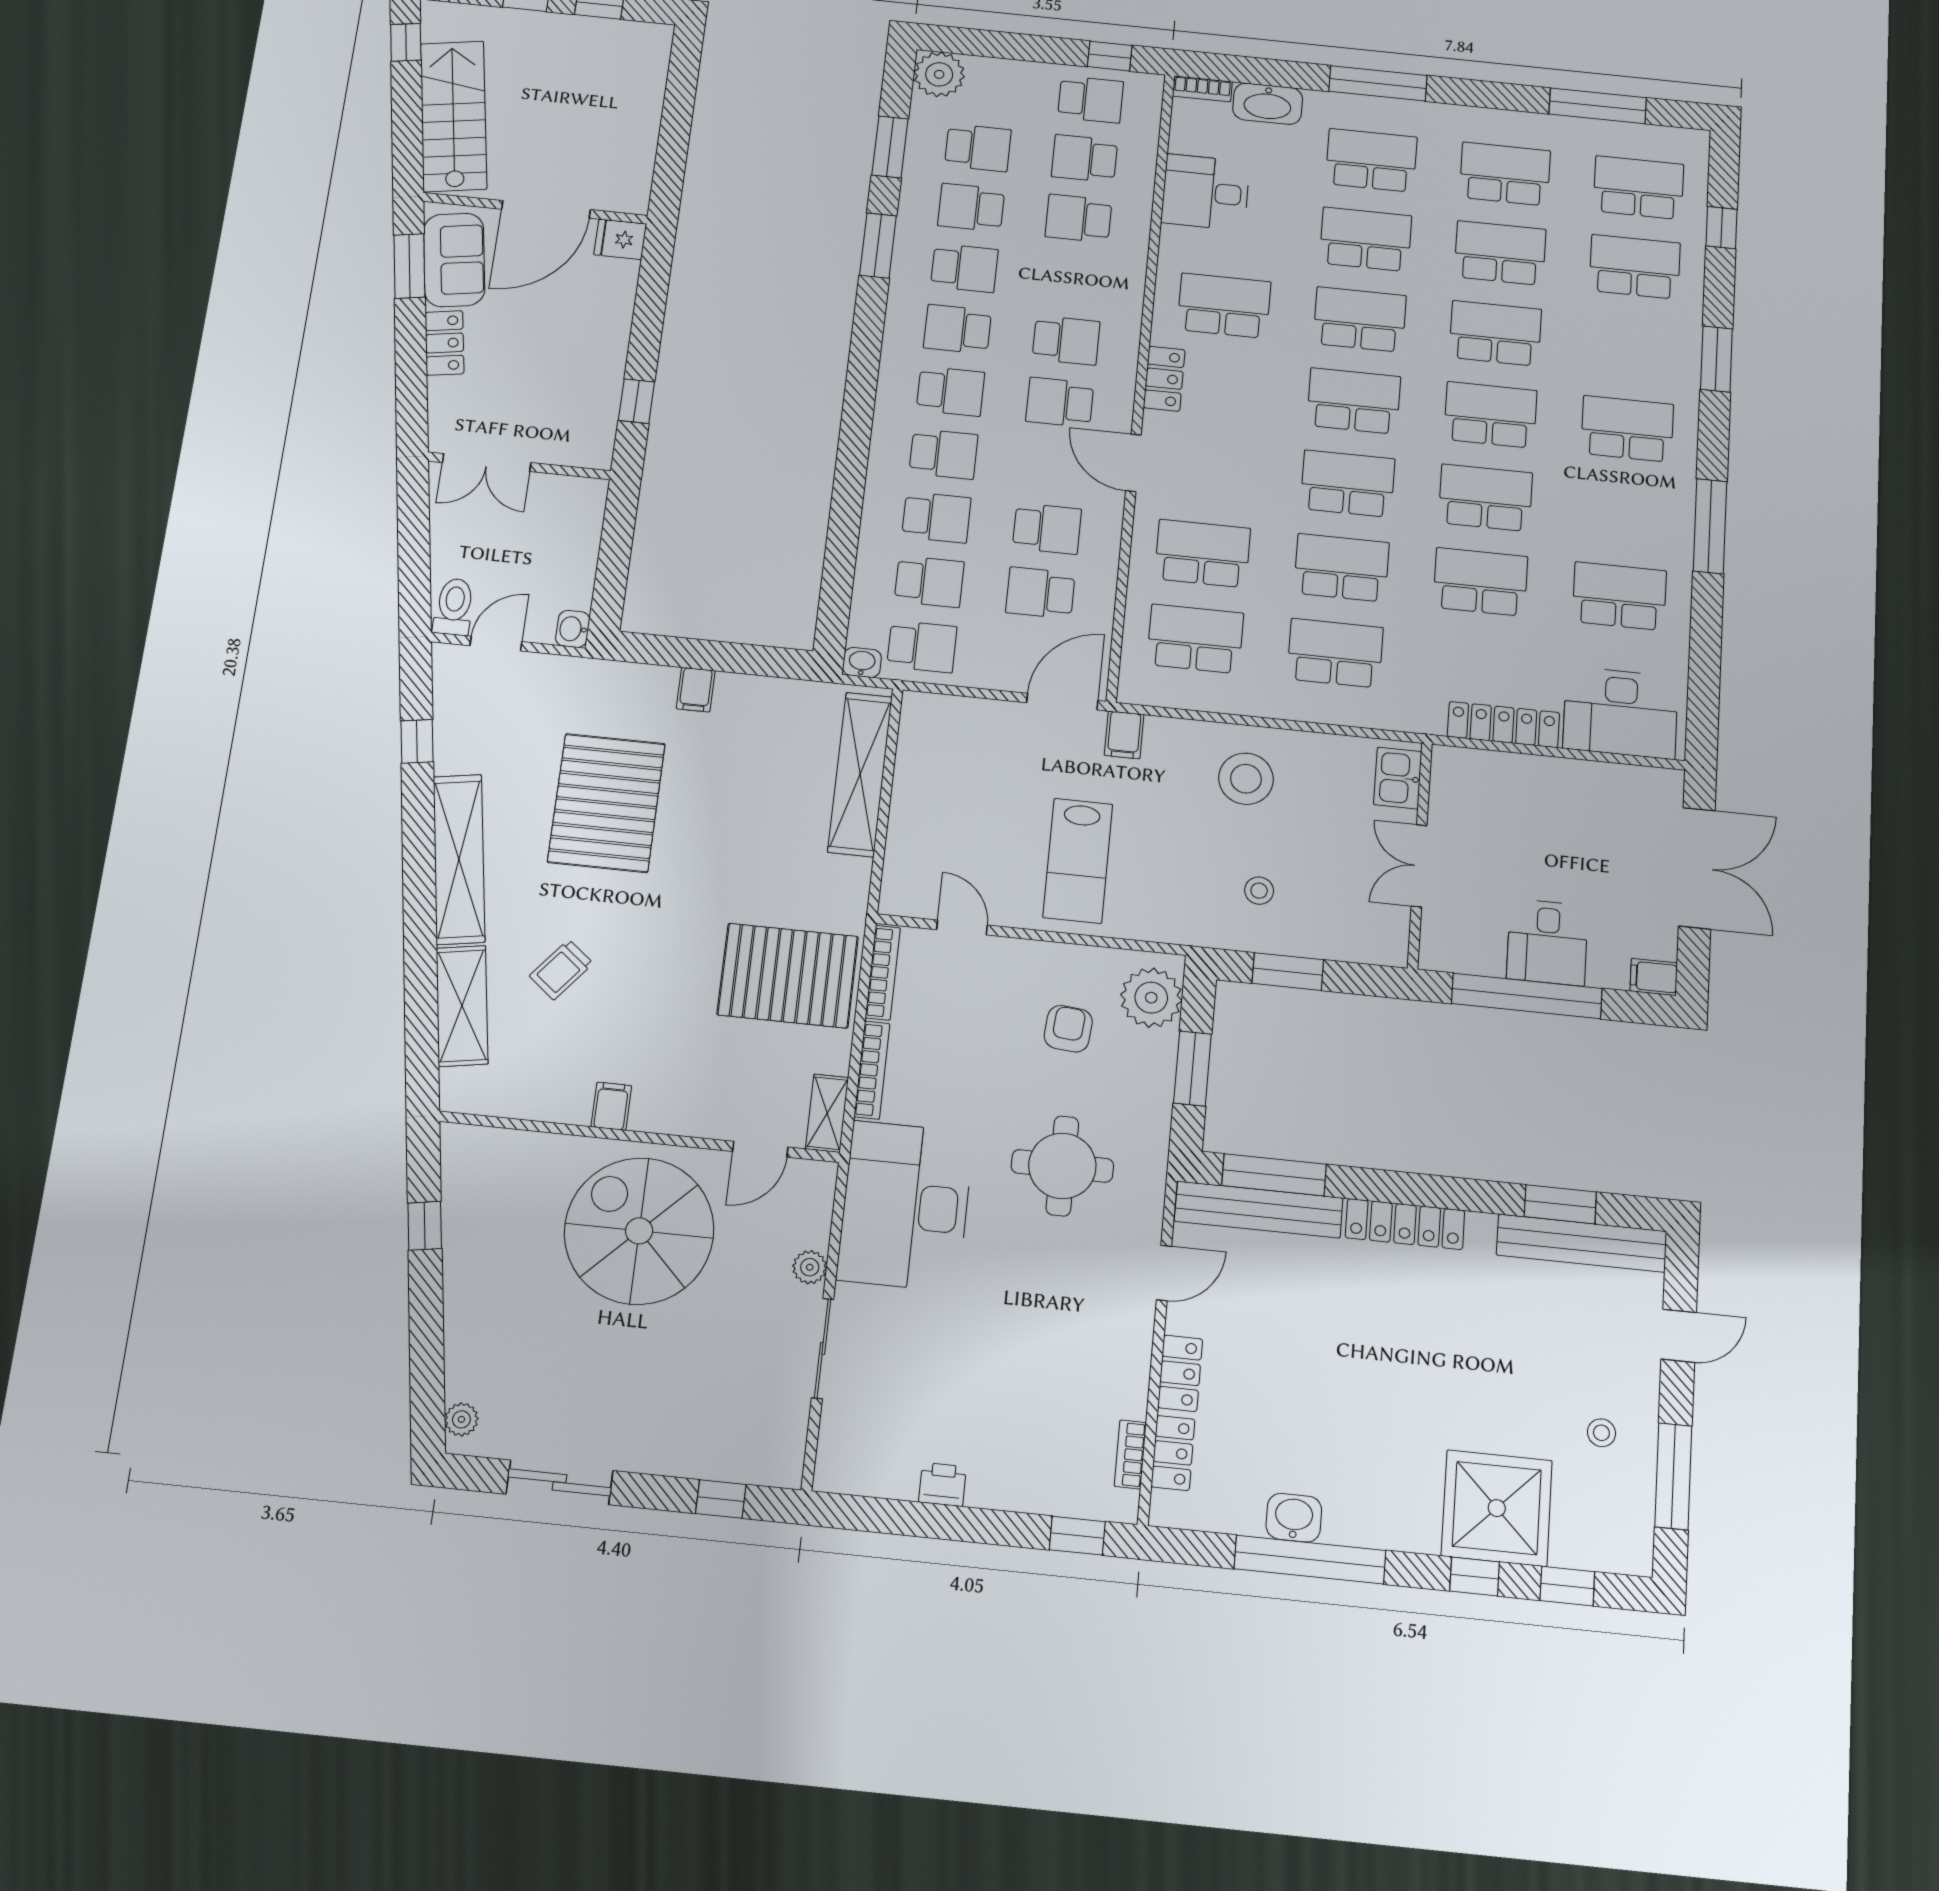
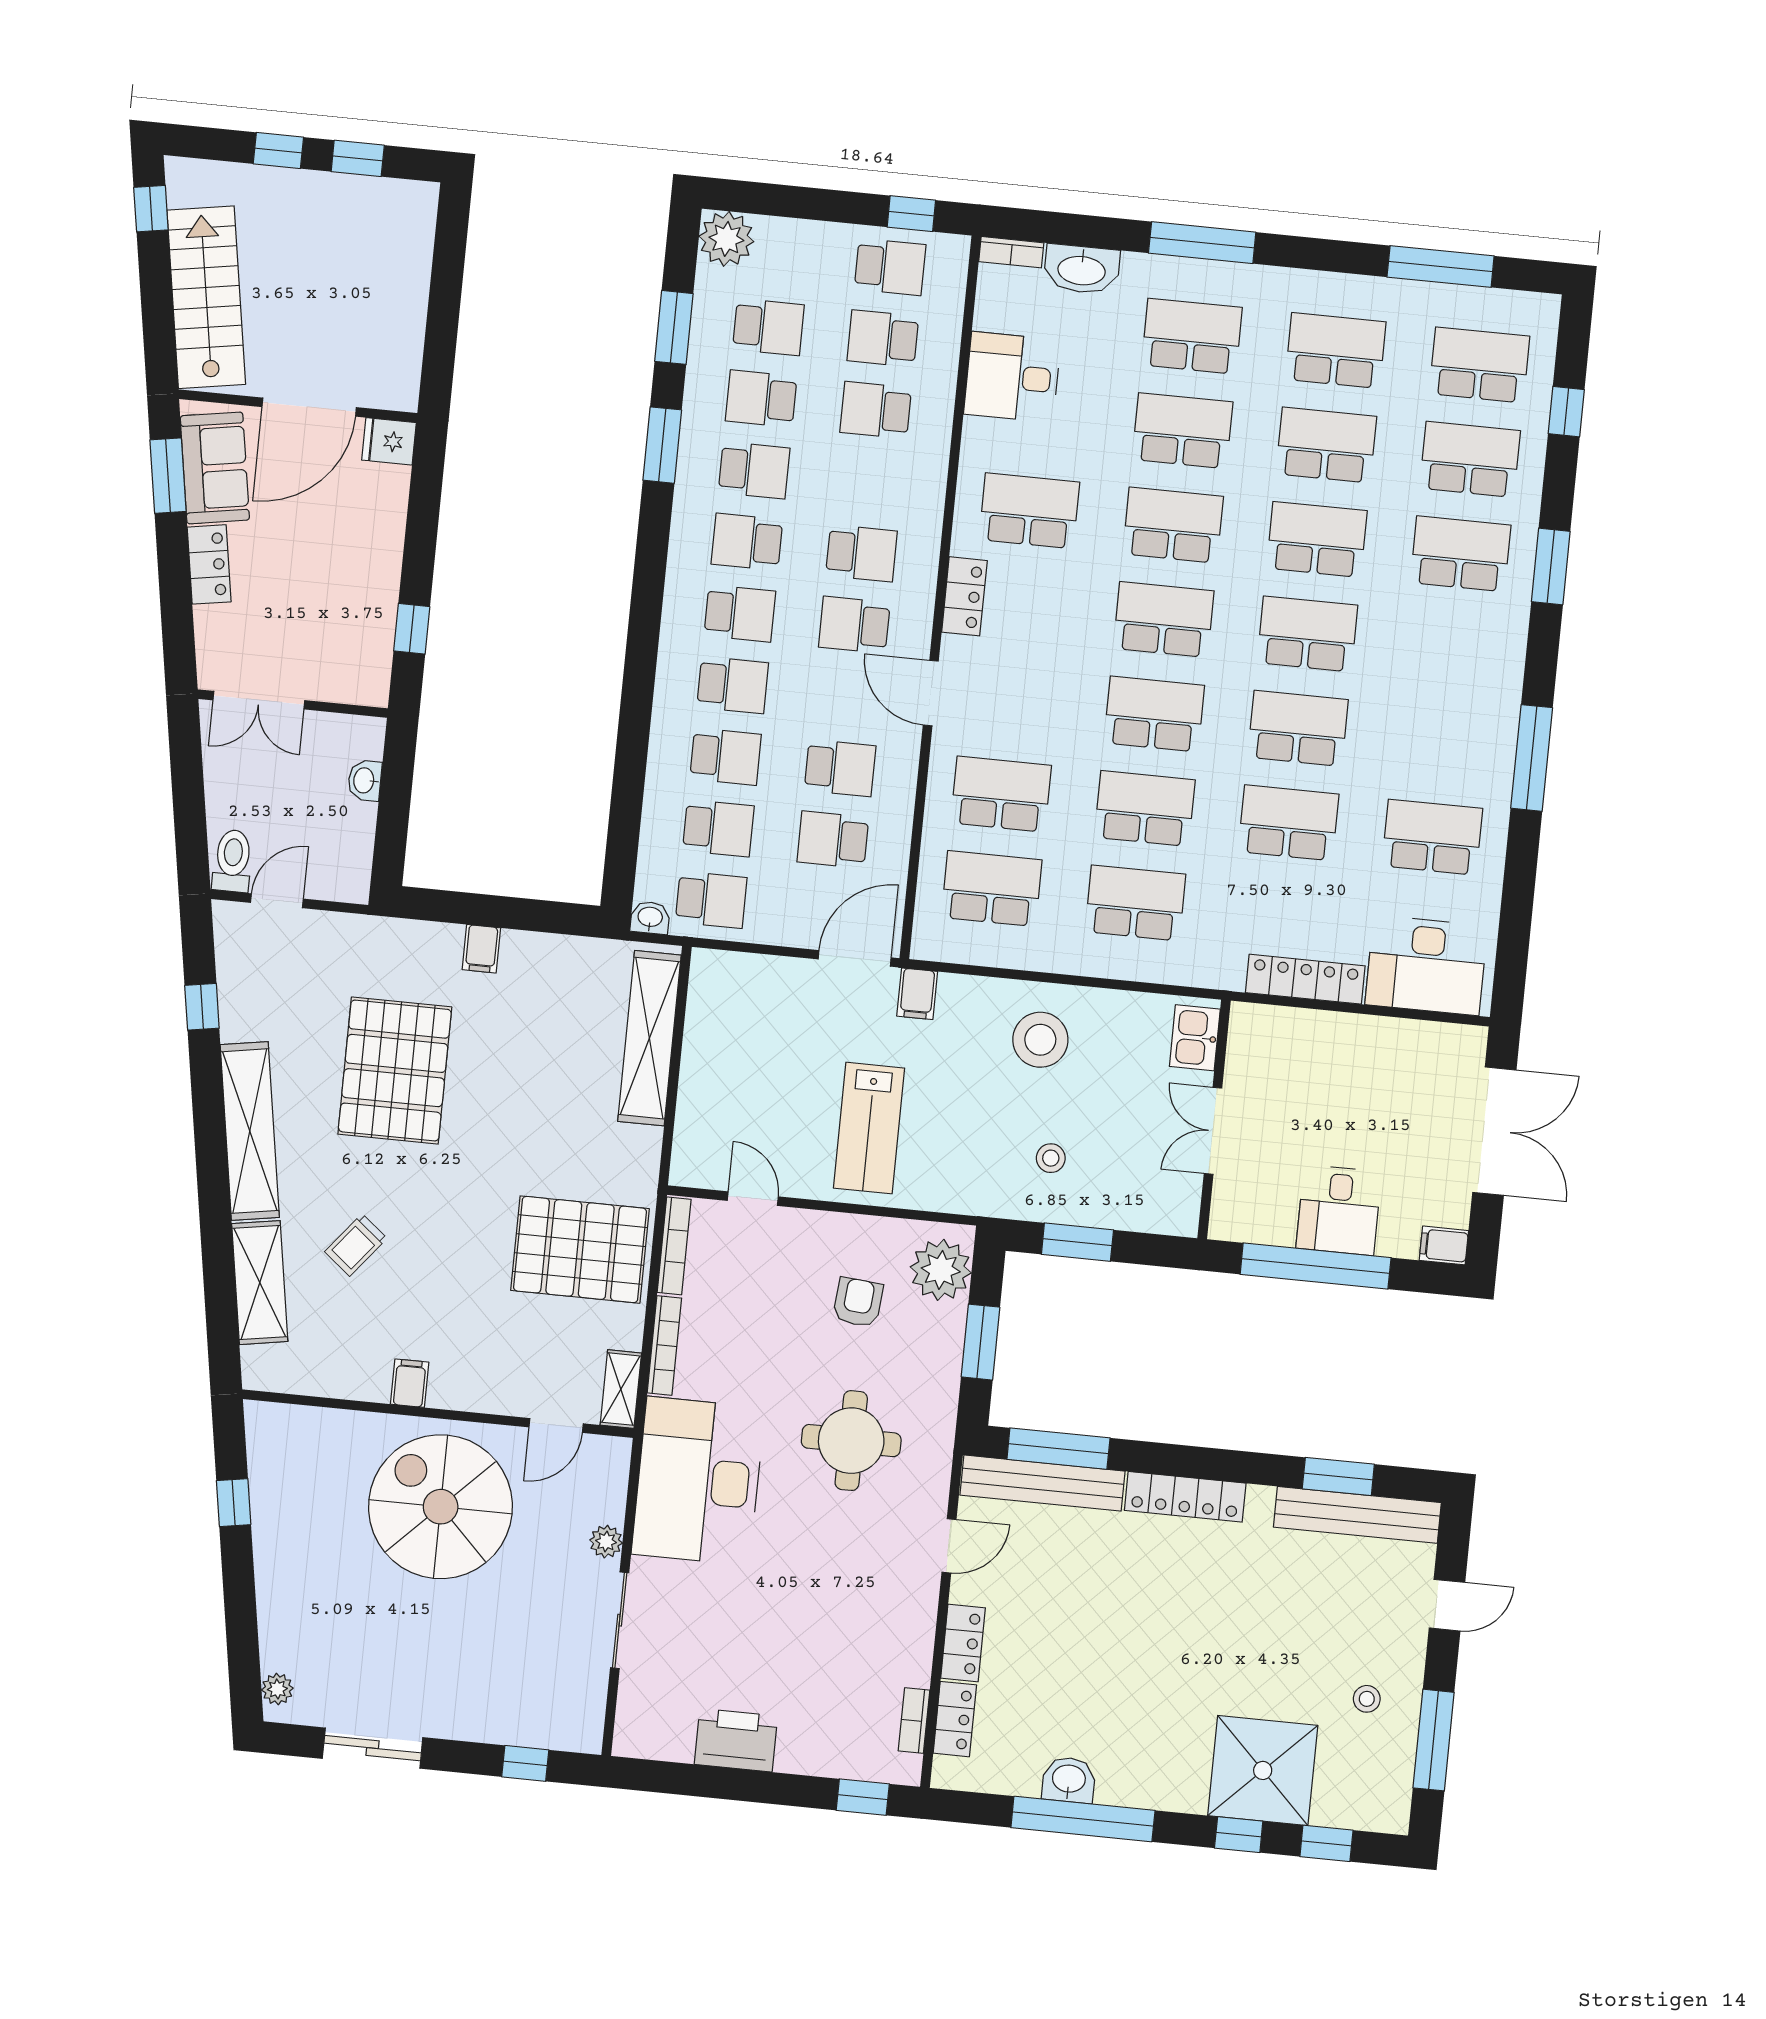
school desk: (1627, 429) -> (1461, 554), moved
washbasin: (573, 629) -> (365, 780), moved
printer: (942, 1484) -> (736, 1740), width x1.87, depth x1.48

